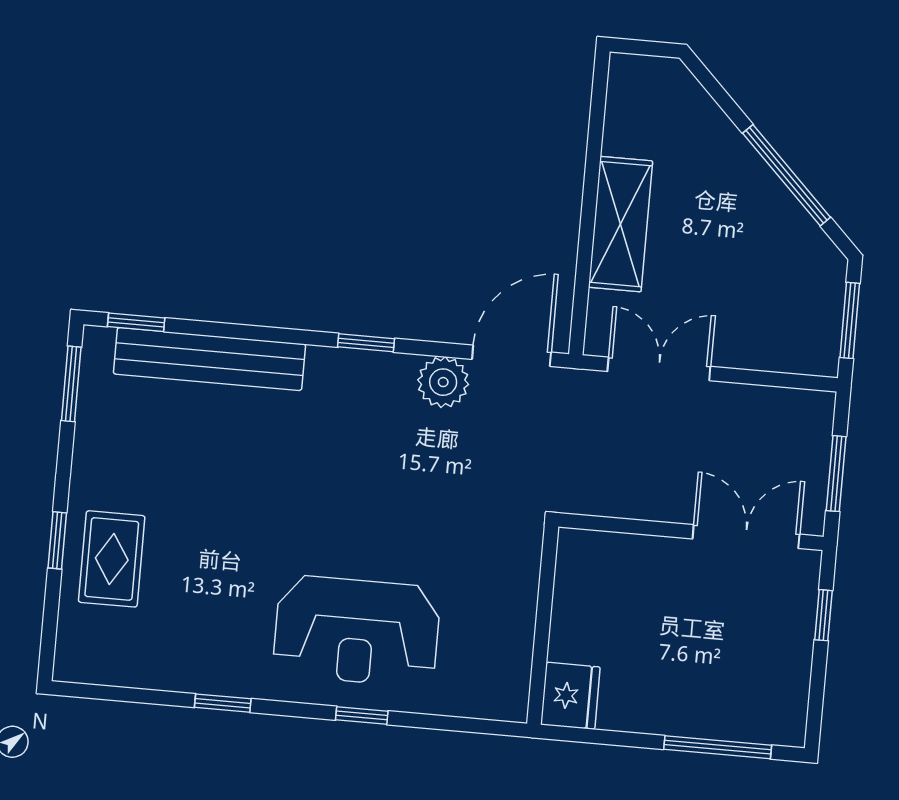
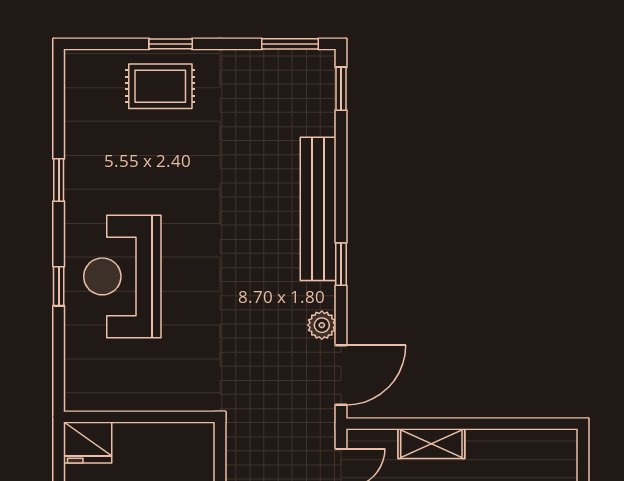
shelving: (621, 224) -> (431, 444), width x0.67, depth x0.75
door: (512, 356) -> (341, 375), hinge flipped
bench: (209, 359) -> (318, 209), moved
plant: (443, 382) -> (322, 325), width x0.73, depth x0.73

